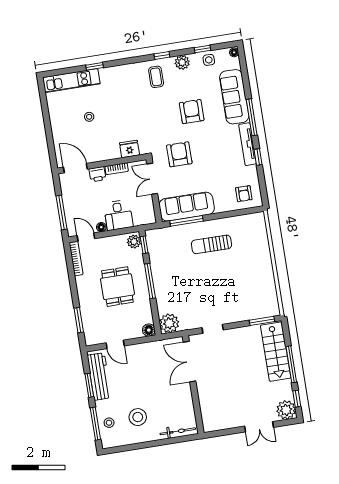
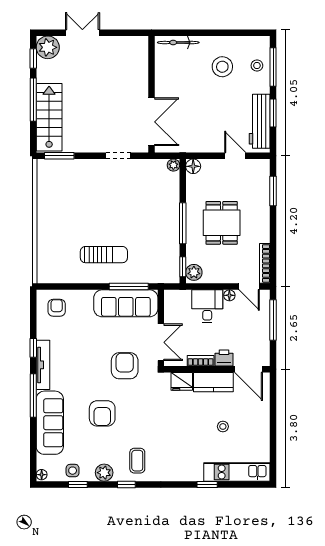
kitchen counter: (103, 153) -> (213, 382), added
armchair: (179, 154) -> (125, 366), turned 180
plant: (169, 323) -> (173, 165), width x0.53, depth x0.53

